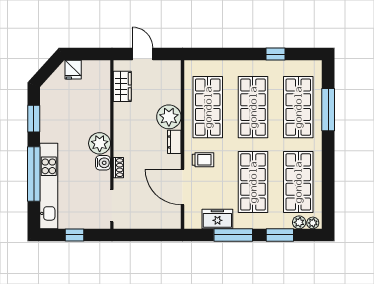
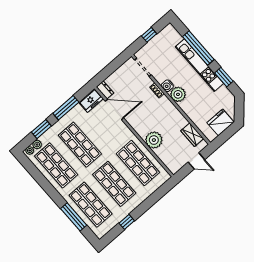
fridge: (73, 70) -> (220, 122), width x1.88, depth x1.34
dresser: (174, 142) -> (105, 90), moved
trolley: (203, 160) -> (116, 133), removed
kitchen unit: (49, 186) -> (199, 65), moved
freezer: (217, 219) -> (91, 100), moved

